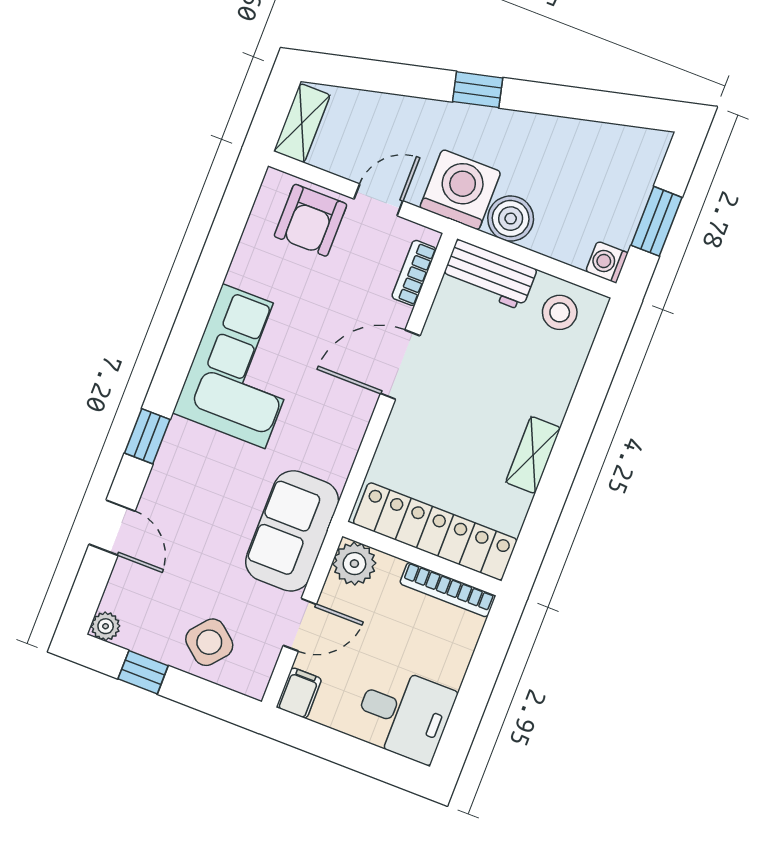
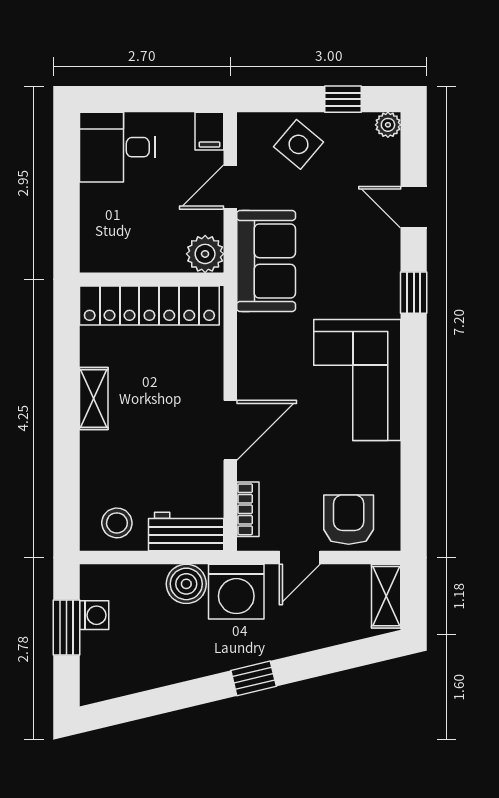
washing machine: (607, 262) -> (94, 615), moved
bookcase: (448, 590) -> (121, 262), removed

